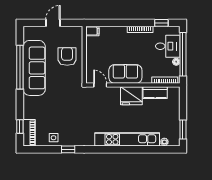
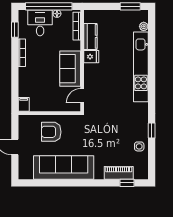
window: (20, 67) -> (63, 183), removed
fridge: (131, 96) -> (91, 57), width x0.53, depth x0.75
piano: (29, 133) -> (119, 173), moved

